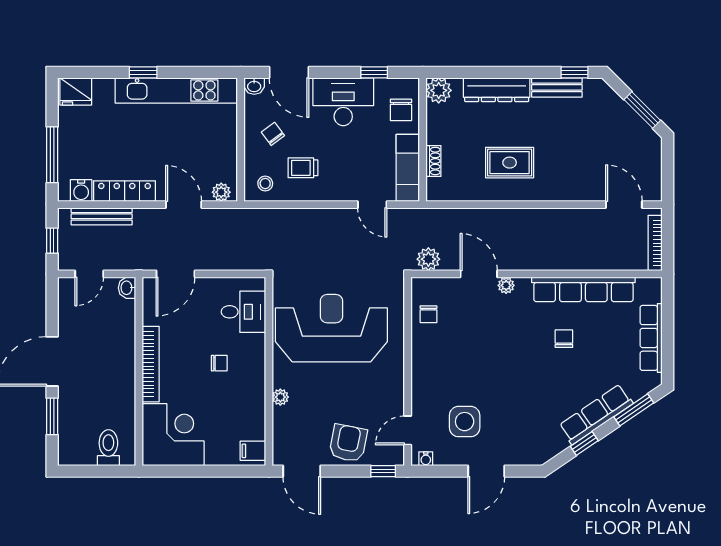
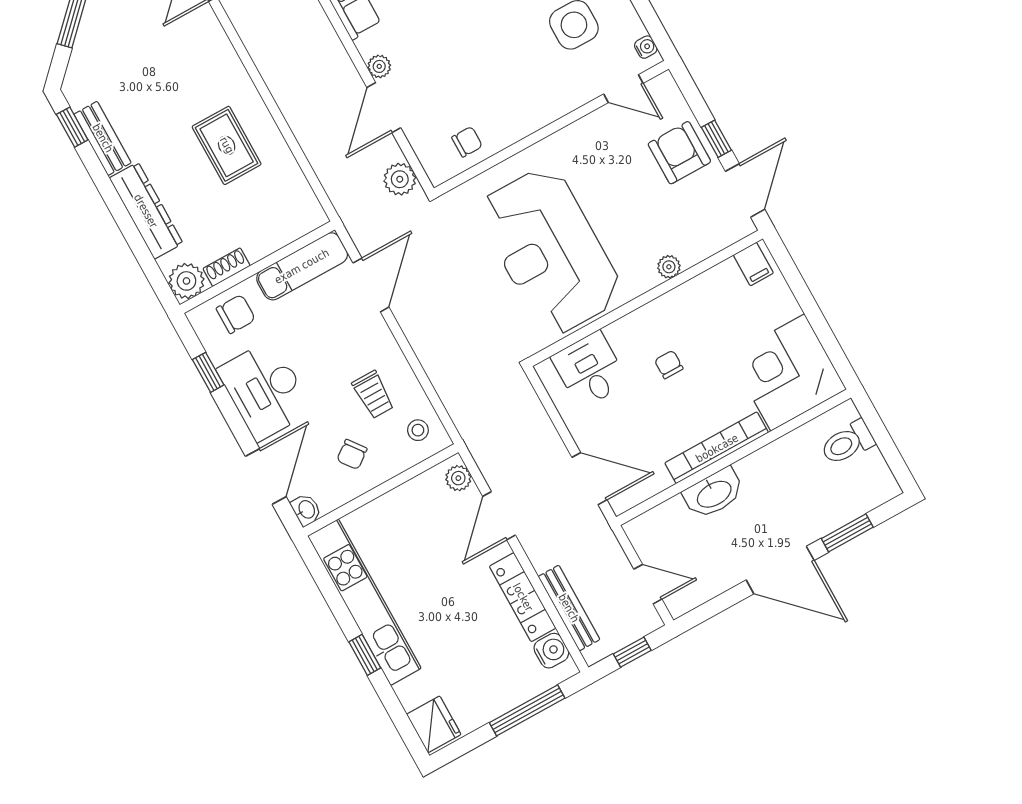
shoe rack: (433, 161) -> (227, 267), moved
door: (372, 205) -> (371, 285), width x1.38
washbasin: (127, 288) -> (714, 493), moved, width x1.91, depth x1.45
armchair: (348, 443) -> (679, 153), turned 79
window: (383, 471) -> (716, 139), moved

